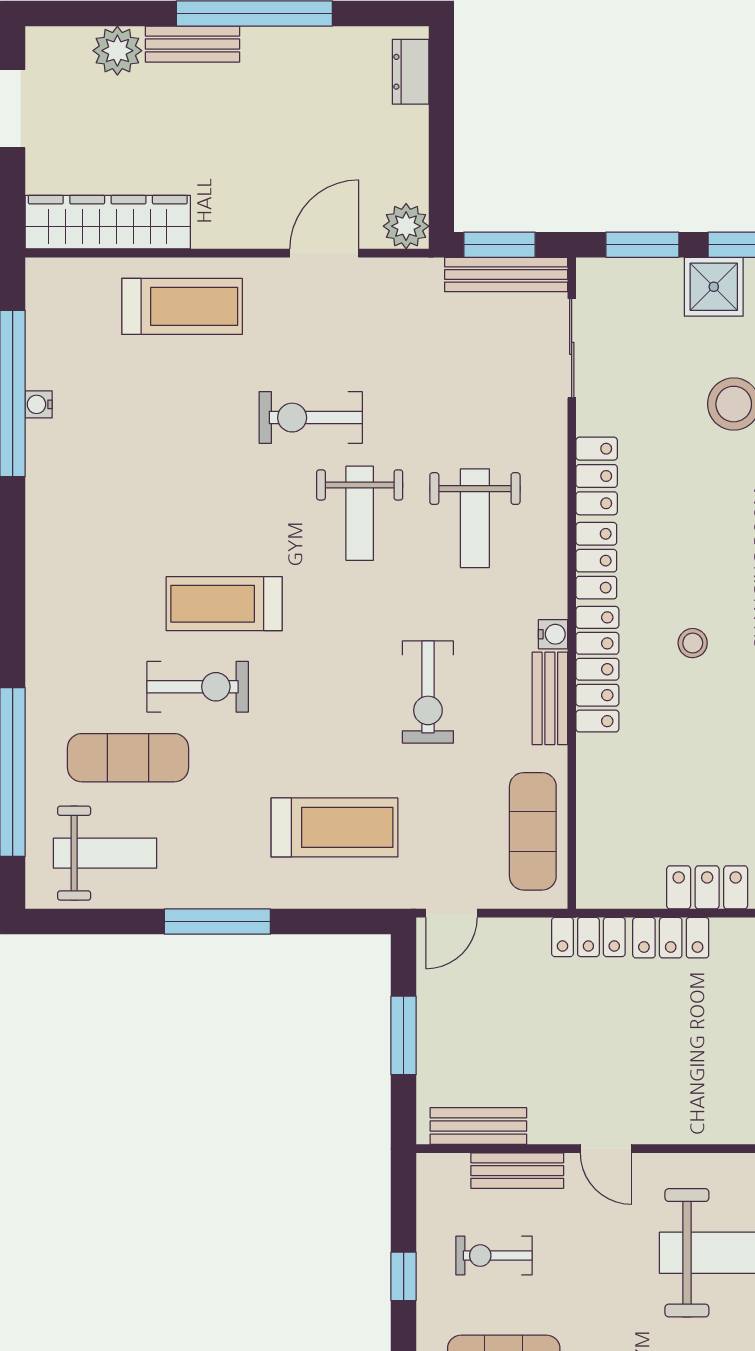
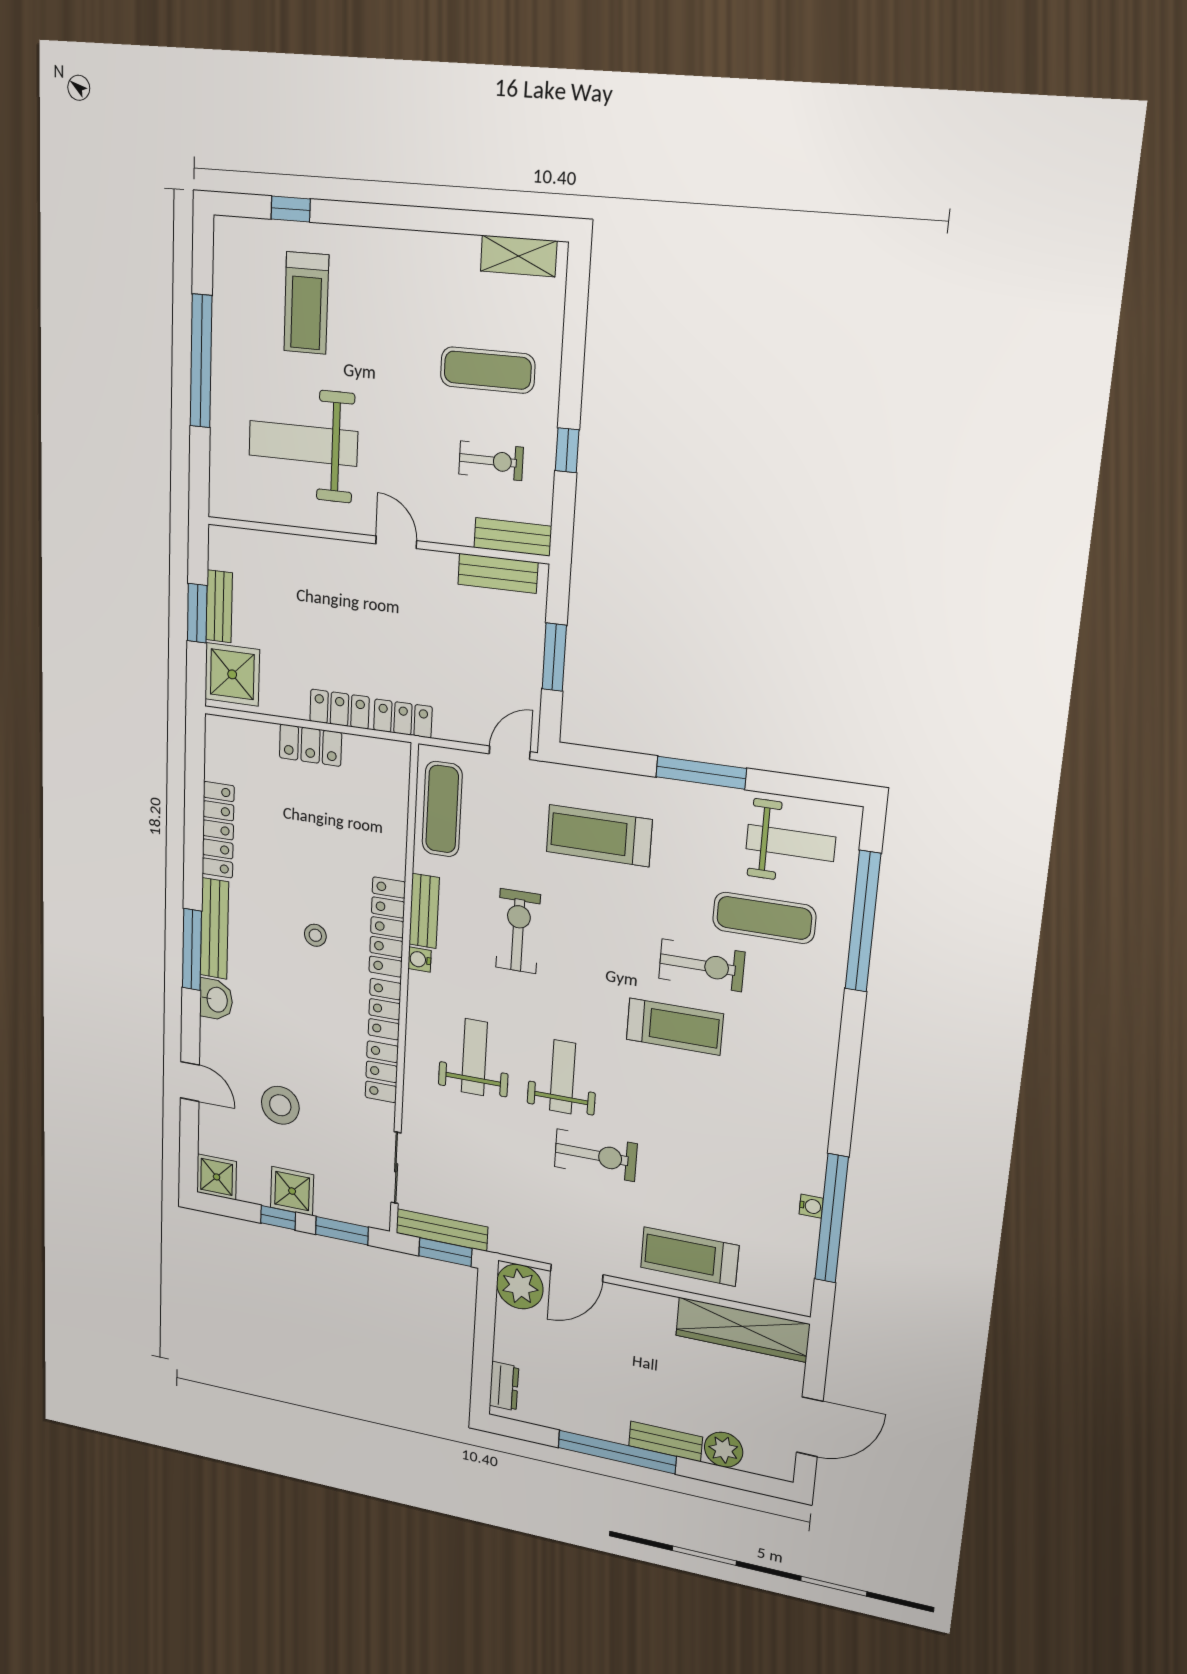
plant: (406, 226) -> (520, 1287), width x1.36, depth x1.36
exercise bike: (198, 687) -> (702, 965), turned 180
weight bench: (105, 853) -> (791, 843), turned 180
bench: (517, 1171) -> (513, 537), moved

